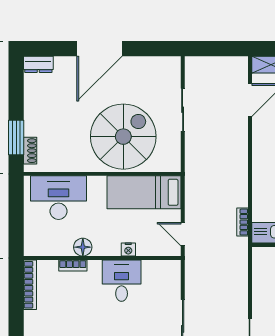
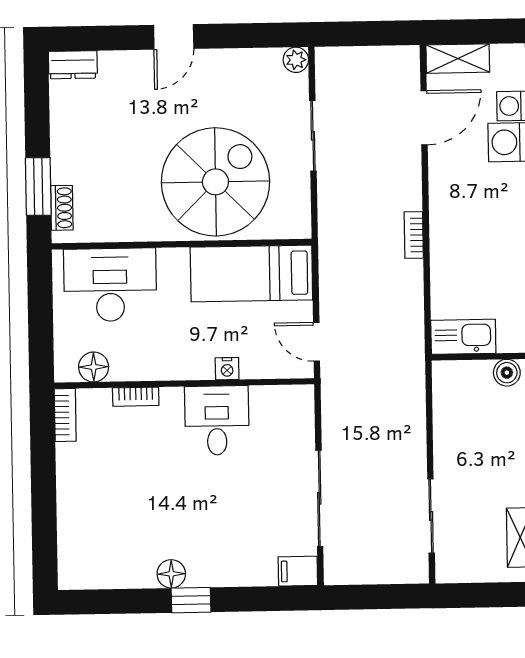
door: (100, 49) -> (174, 37), width x0.53
plant: (173, 64) -> (296, 60), added
bookcase: (242, 222) -> (414, 235), moved
floor lamp: (83, 247) -> (94, 367), moved
bookcase: (30, 285) -> (65, 415), width x0.64

